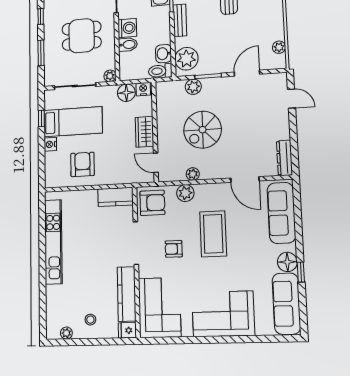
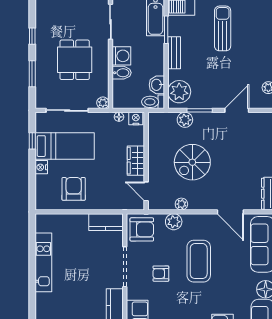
dining table: (82, 36) -> (75, 60), turned 90
floor lamp: (126, 93) -> (119, 117), width x0.53, depth x0.53
kitchen unit: (53, 242) -> (43, 262), width x0.73

